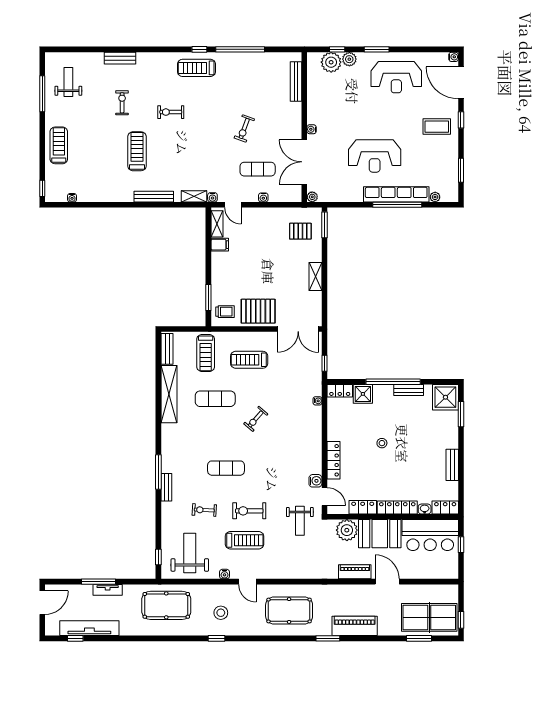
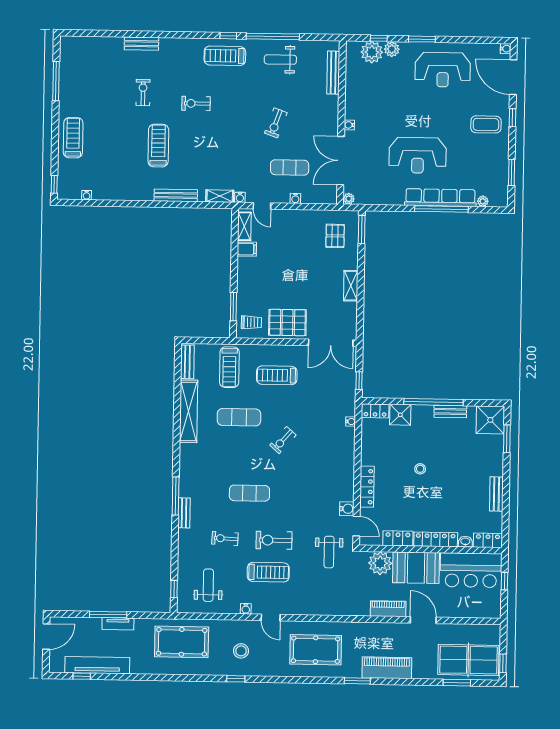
weight bench: (68, 82) -> (280, 60), moved, turned -90
pallet: (300, 231) -> (335, 236), turned 90
weight bench: (190, 553) -> (208, 585), width x0.73, depth x0.75

